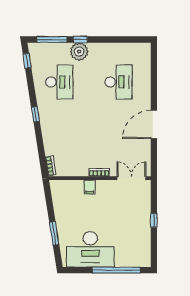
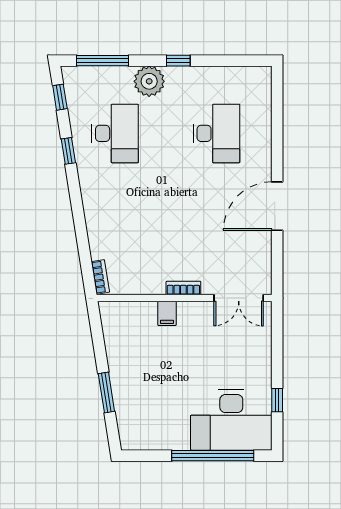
window: (80, 40) -> (178, 61), moved
window: (35, 114) -> (68, 151), moved
double door: (131, 178) -> (239, 298), swing flipped
window: (154, 220) -> (277, 400), moved
desk: (90, 249) -> (231, 420), moved

